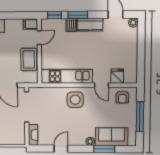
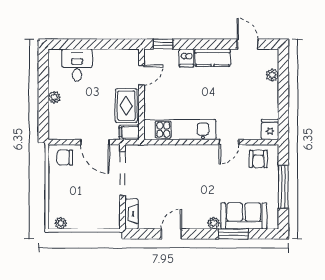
window: (78, 15) -> (195, 44), removed
plant: (133, 23) -> (272, 75), moved
filing cabinet: (30, 24) -> (129, 132), moved
fridge: (117, 76) -> (270, 130), moved
door: (101, 85) -> (229, 142), hinge flipped
side table: (75, 100) -> (192, 163), removed

